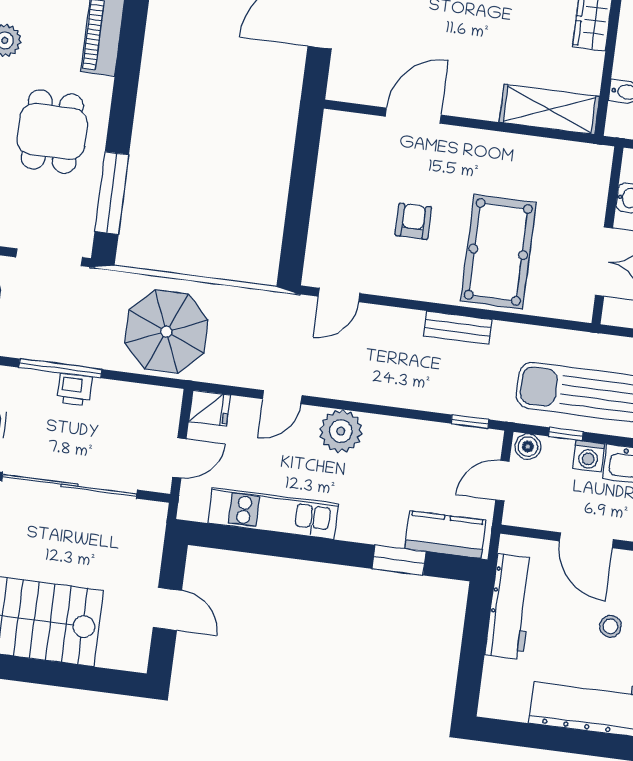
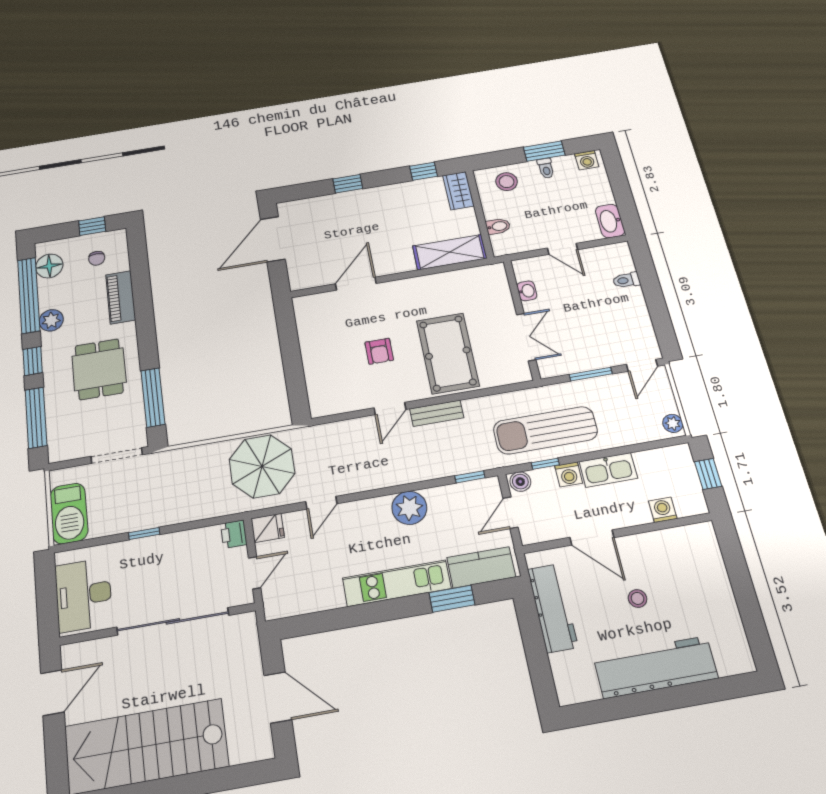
armchair: (413, 221) -> (379, 351), turned 180
door: (339, 295) -> (390, 409), moved
parasol: (166, 332) -> (262, 466), moved
window: (60, 368) -> (144, 533), width x0.46
printer: (75, 390) -> (234, 534), moved, turned 90
plant: (341, 431) -> (409, 508), moved
kitchen unit: (273, 513) -> (397, 583), moved
door: (167, 609) -> (278, 697), width x1.38

